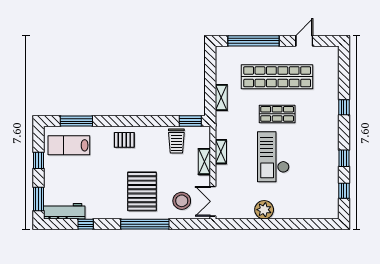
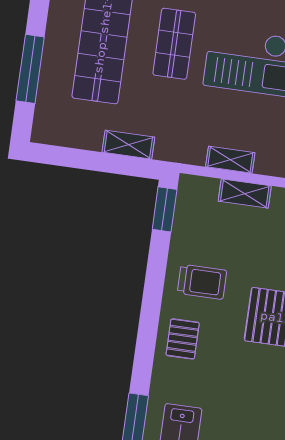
window: (254, 41) -> (30, 69), width x0.68
trolley: (176, 141) -> (202, 282), moved

